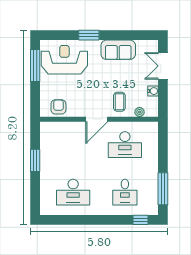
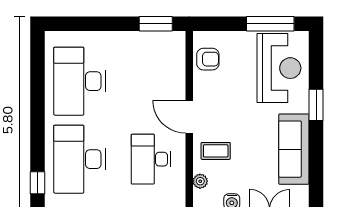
sofa: (118, 50) -> (294, 149), width x1.36
window: (35, 160) -> (156, 24), moved
desk: (73, 192) -> (79, 81), width x1.36, depth x1.30
desk: (125, 192) -> (79, 159), width x1.87, depth x1.30

